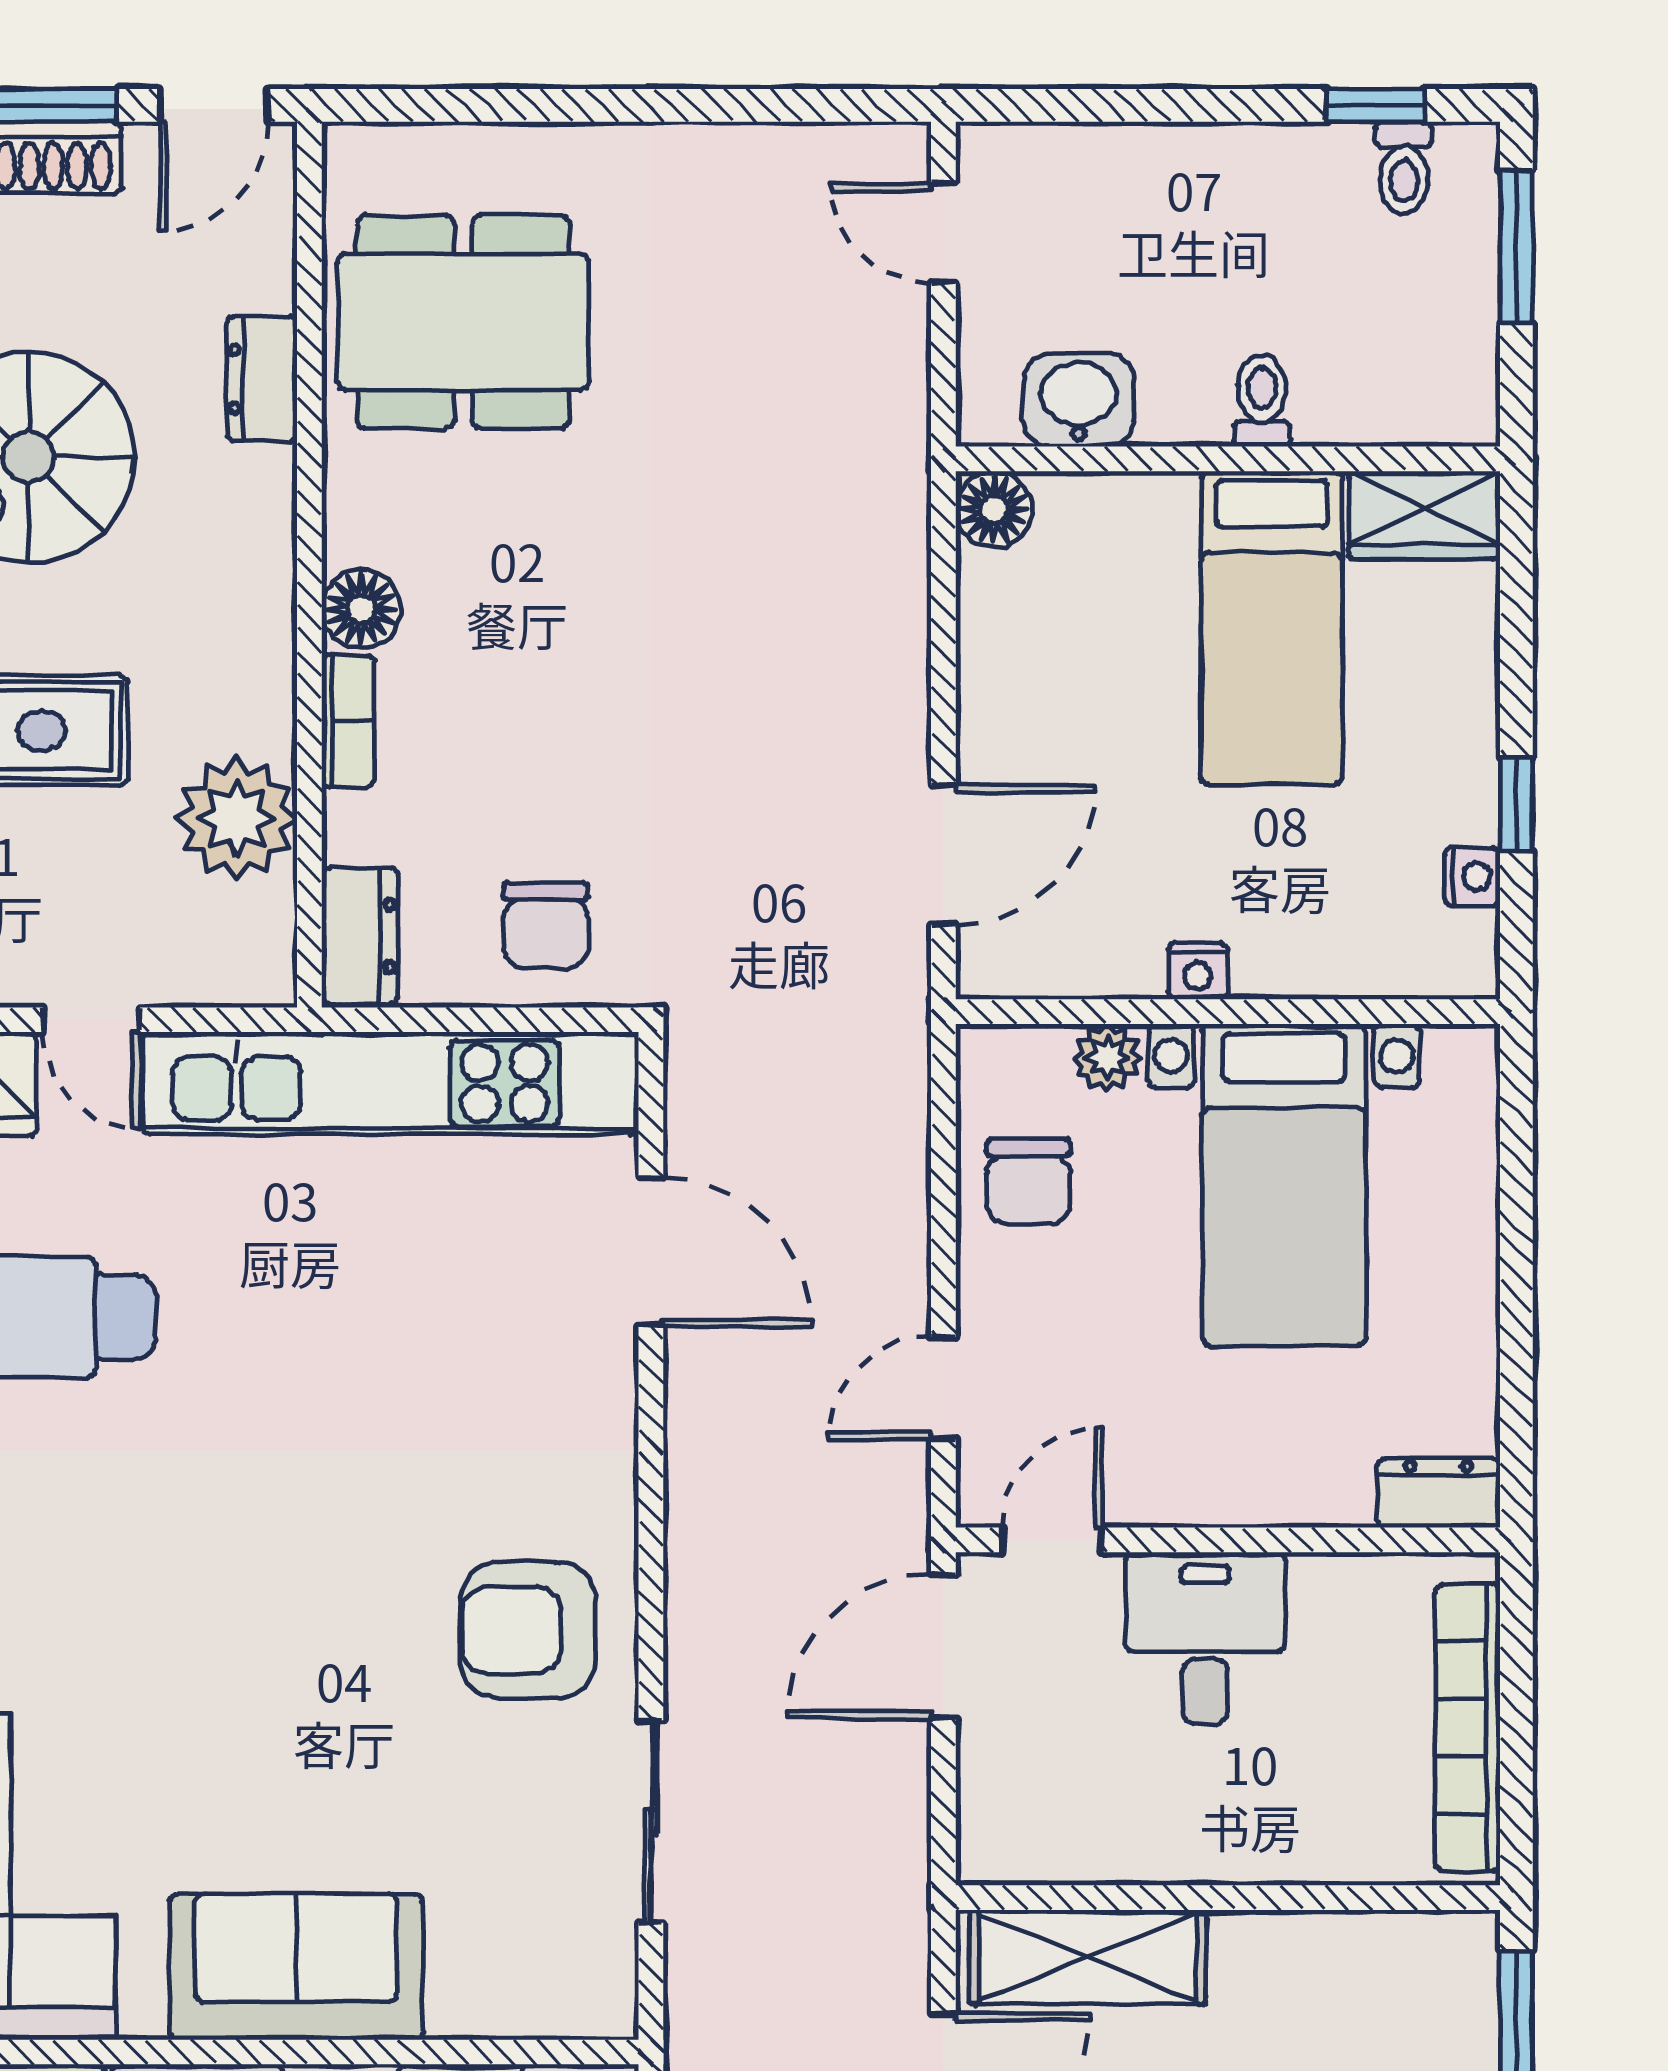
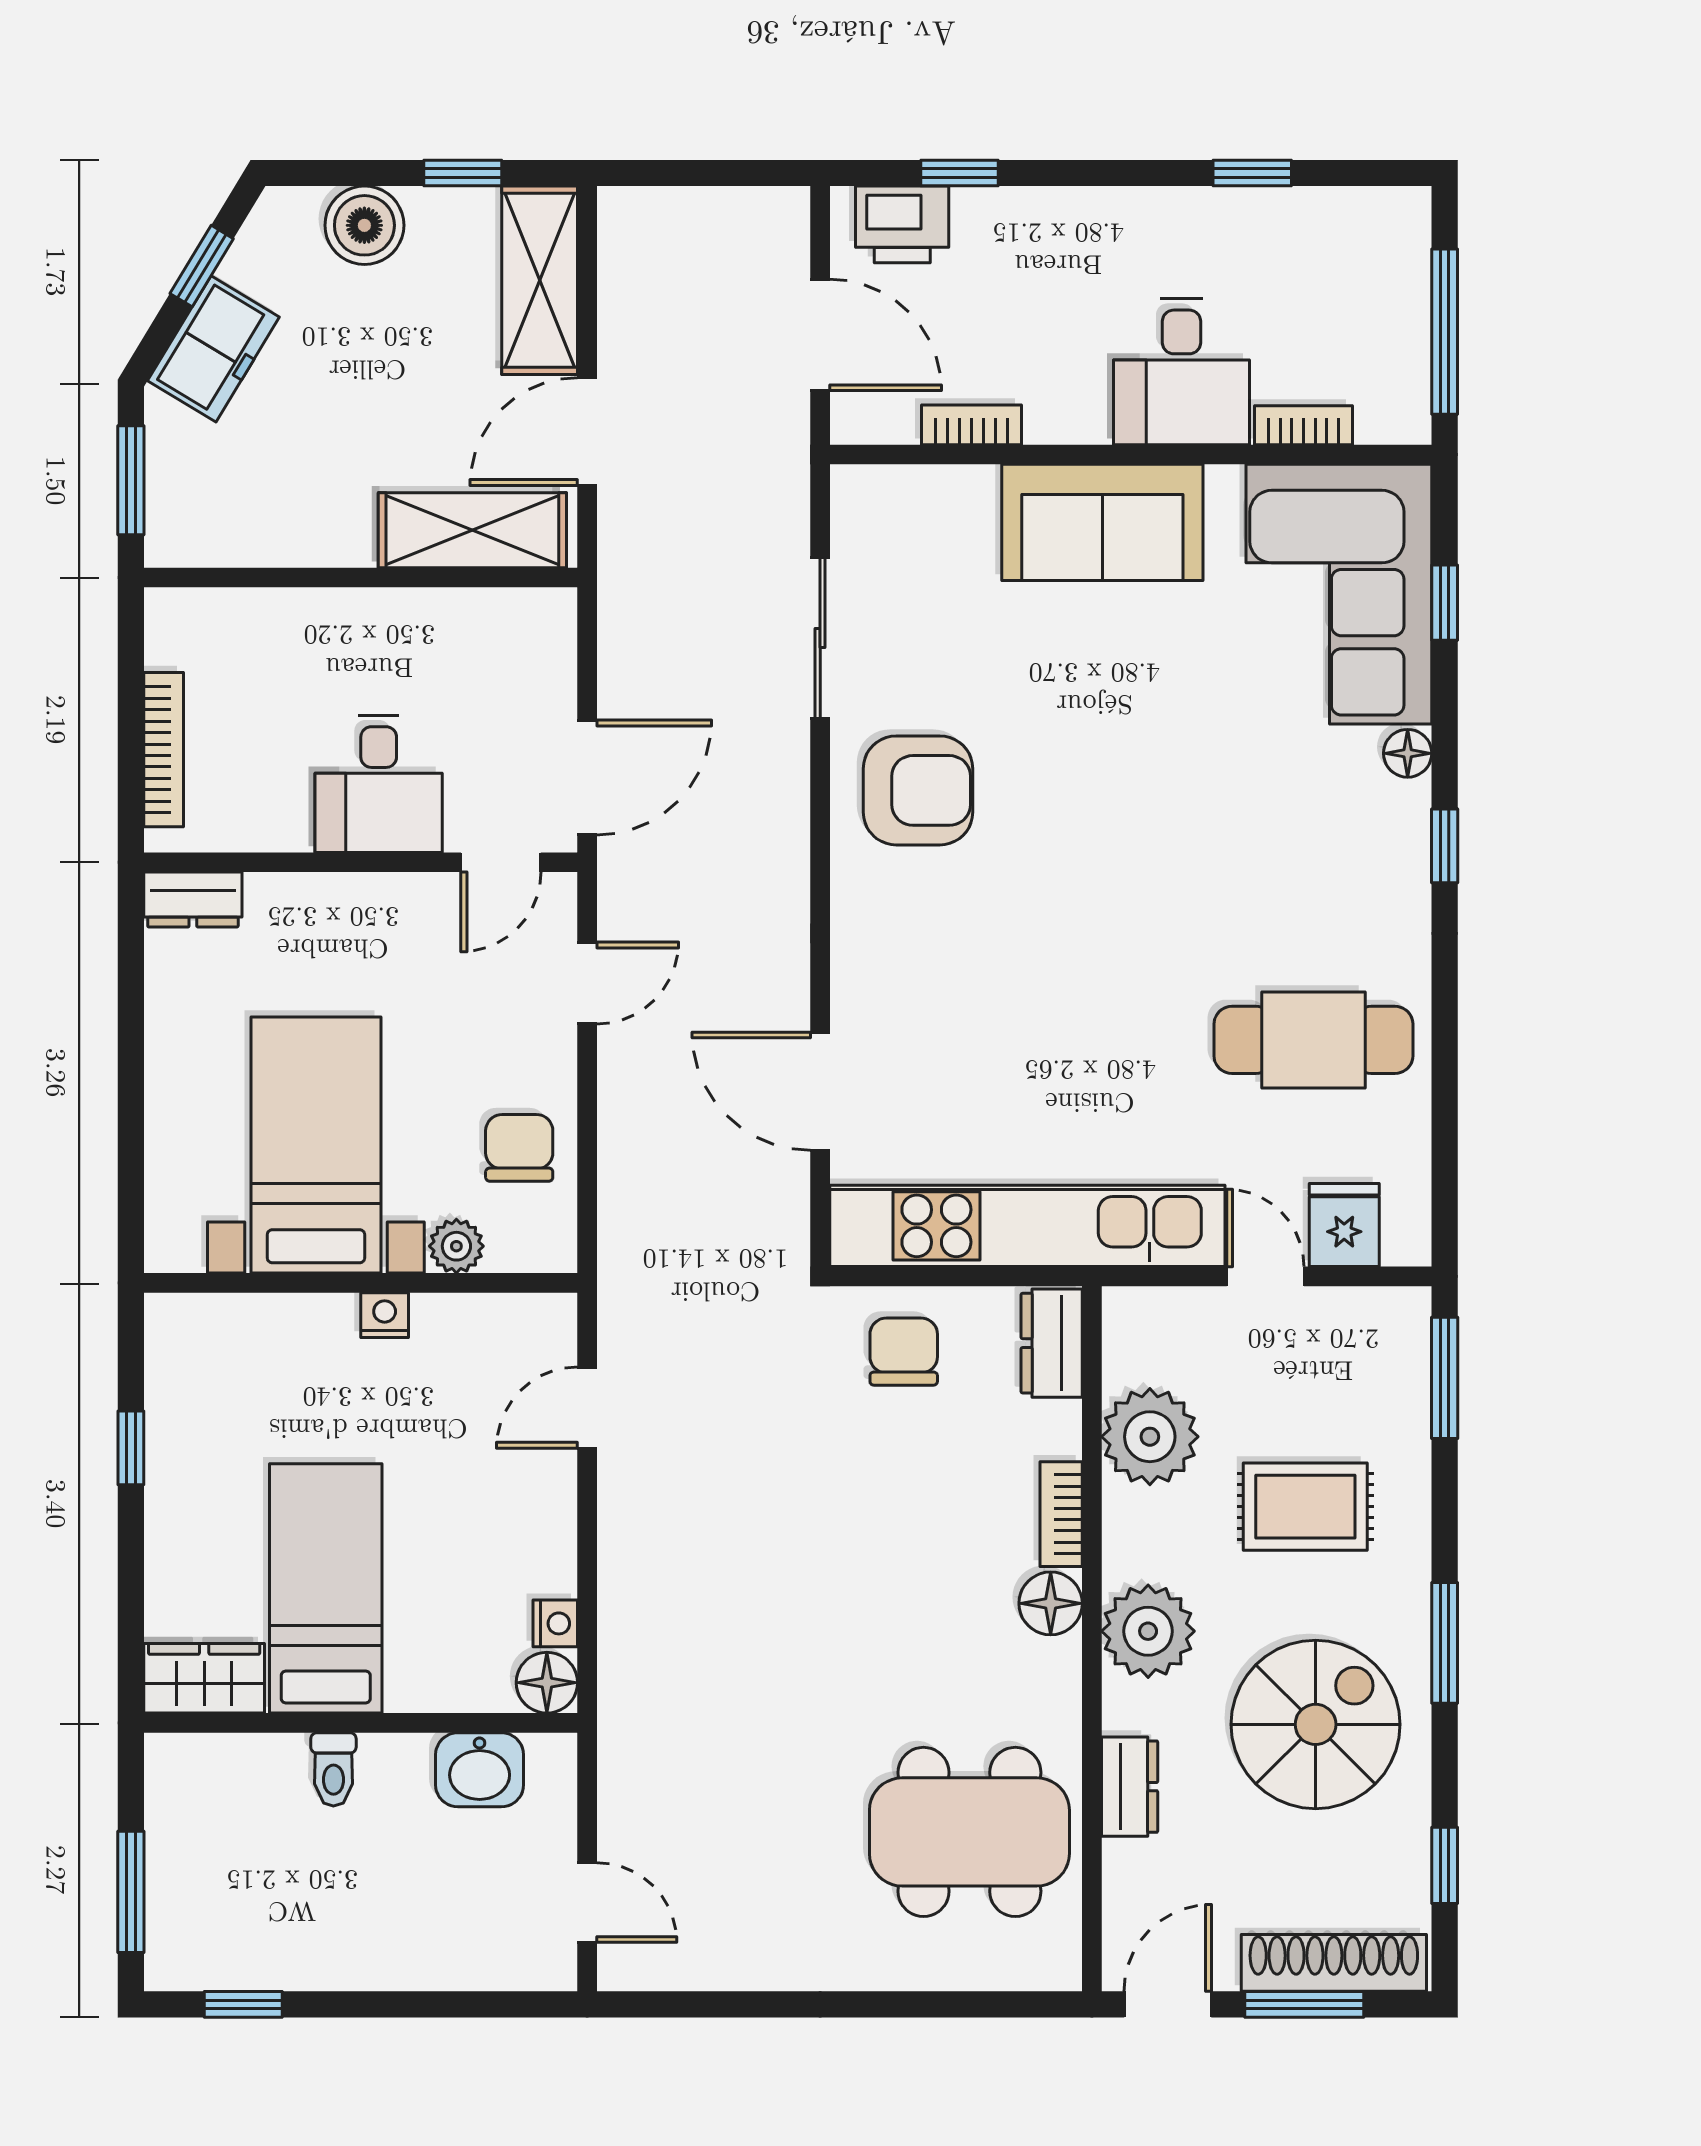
toilet: (1404, 168) -> (221, 1955), removed
plant: (239, 574) -> (1148, 1631), added
door: (943, 855) -> (587, 1408), width x0.73
nightstand: (1472, 876) -> (555, 1623), moved, turned 180
bookcase: (1468, 1728) -> (164, 750), width x0.68, depth x0.76

